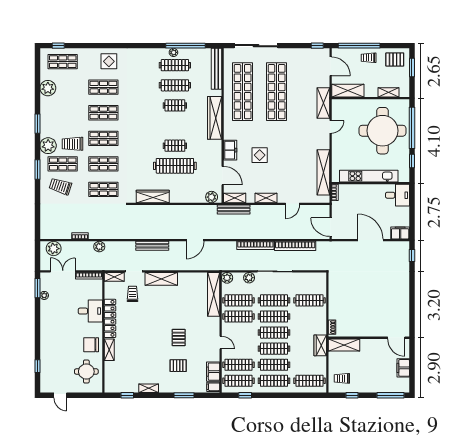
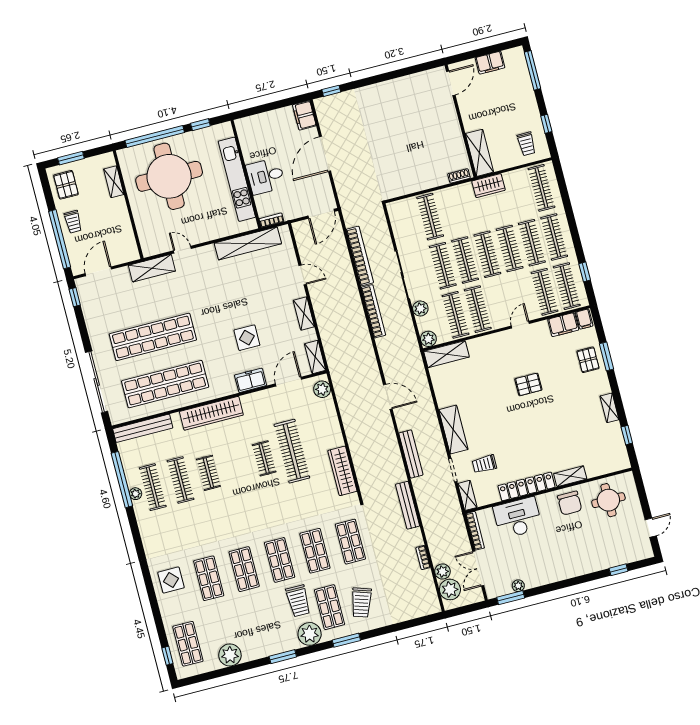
shelving: (348, 91) -> (126, 239), removed
desk: (398, 195) -> (266, 176), moved, turned -90
bench: (234, 209) -> (408, 505), moved
plant: (99, 247) -> (442, 571), moved
shelving: (214, 294) -> (446, 354), width x0.68
desk: (90, 311) -> (518, 518), width x1.37
pallet: (178, 366) -> (588, 360), moved

